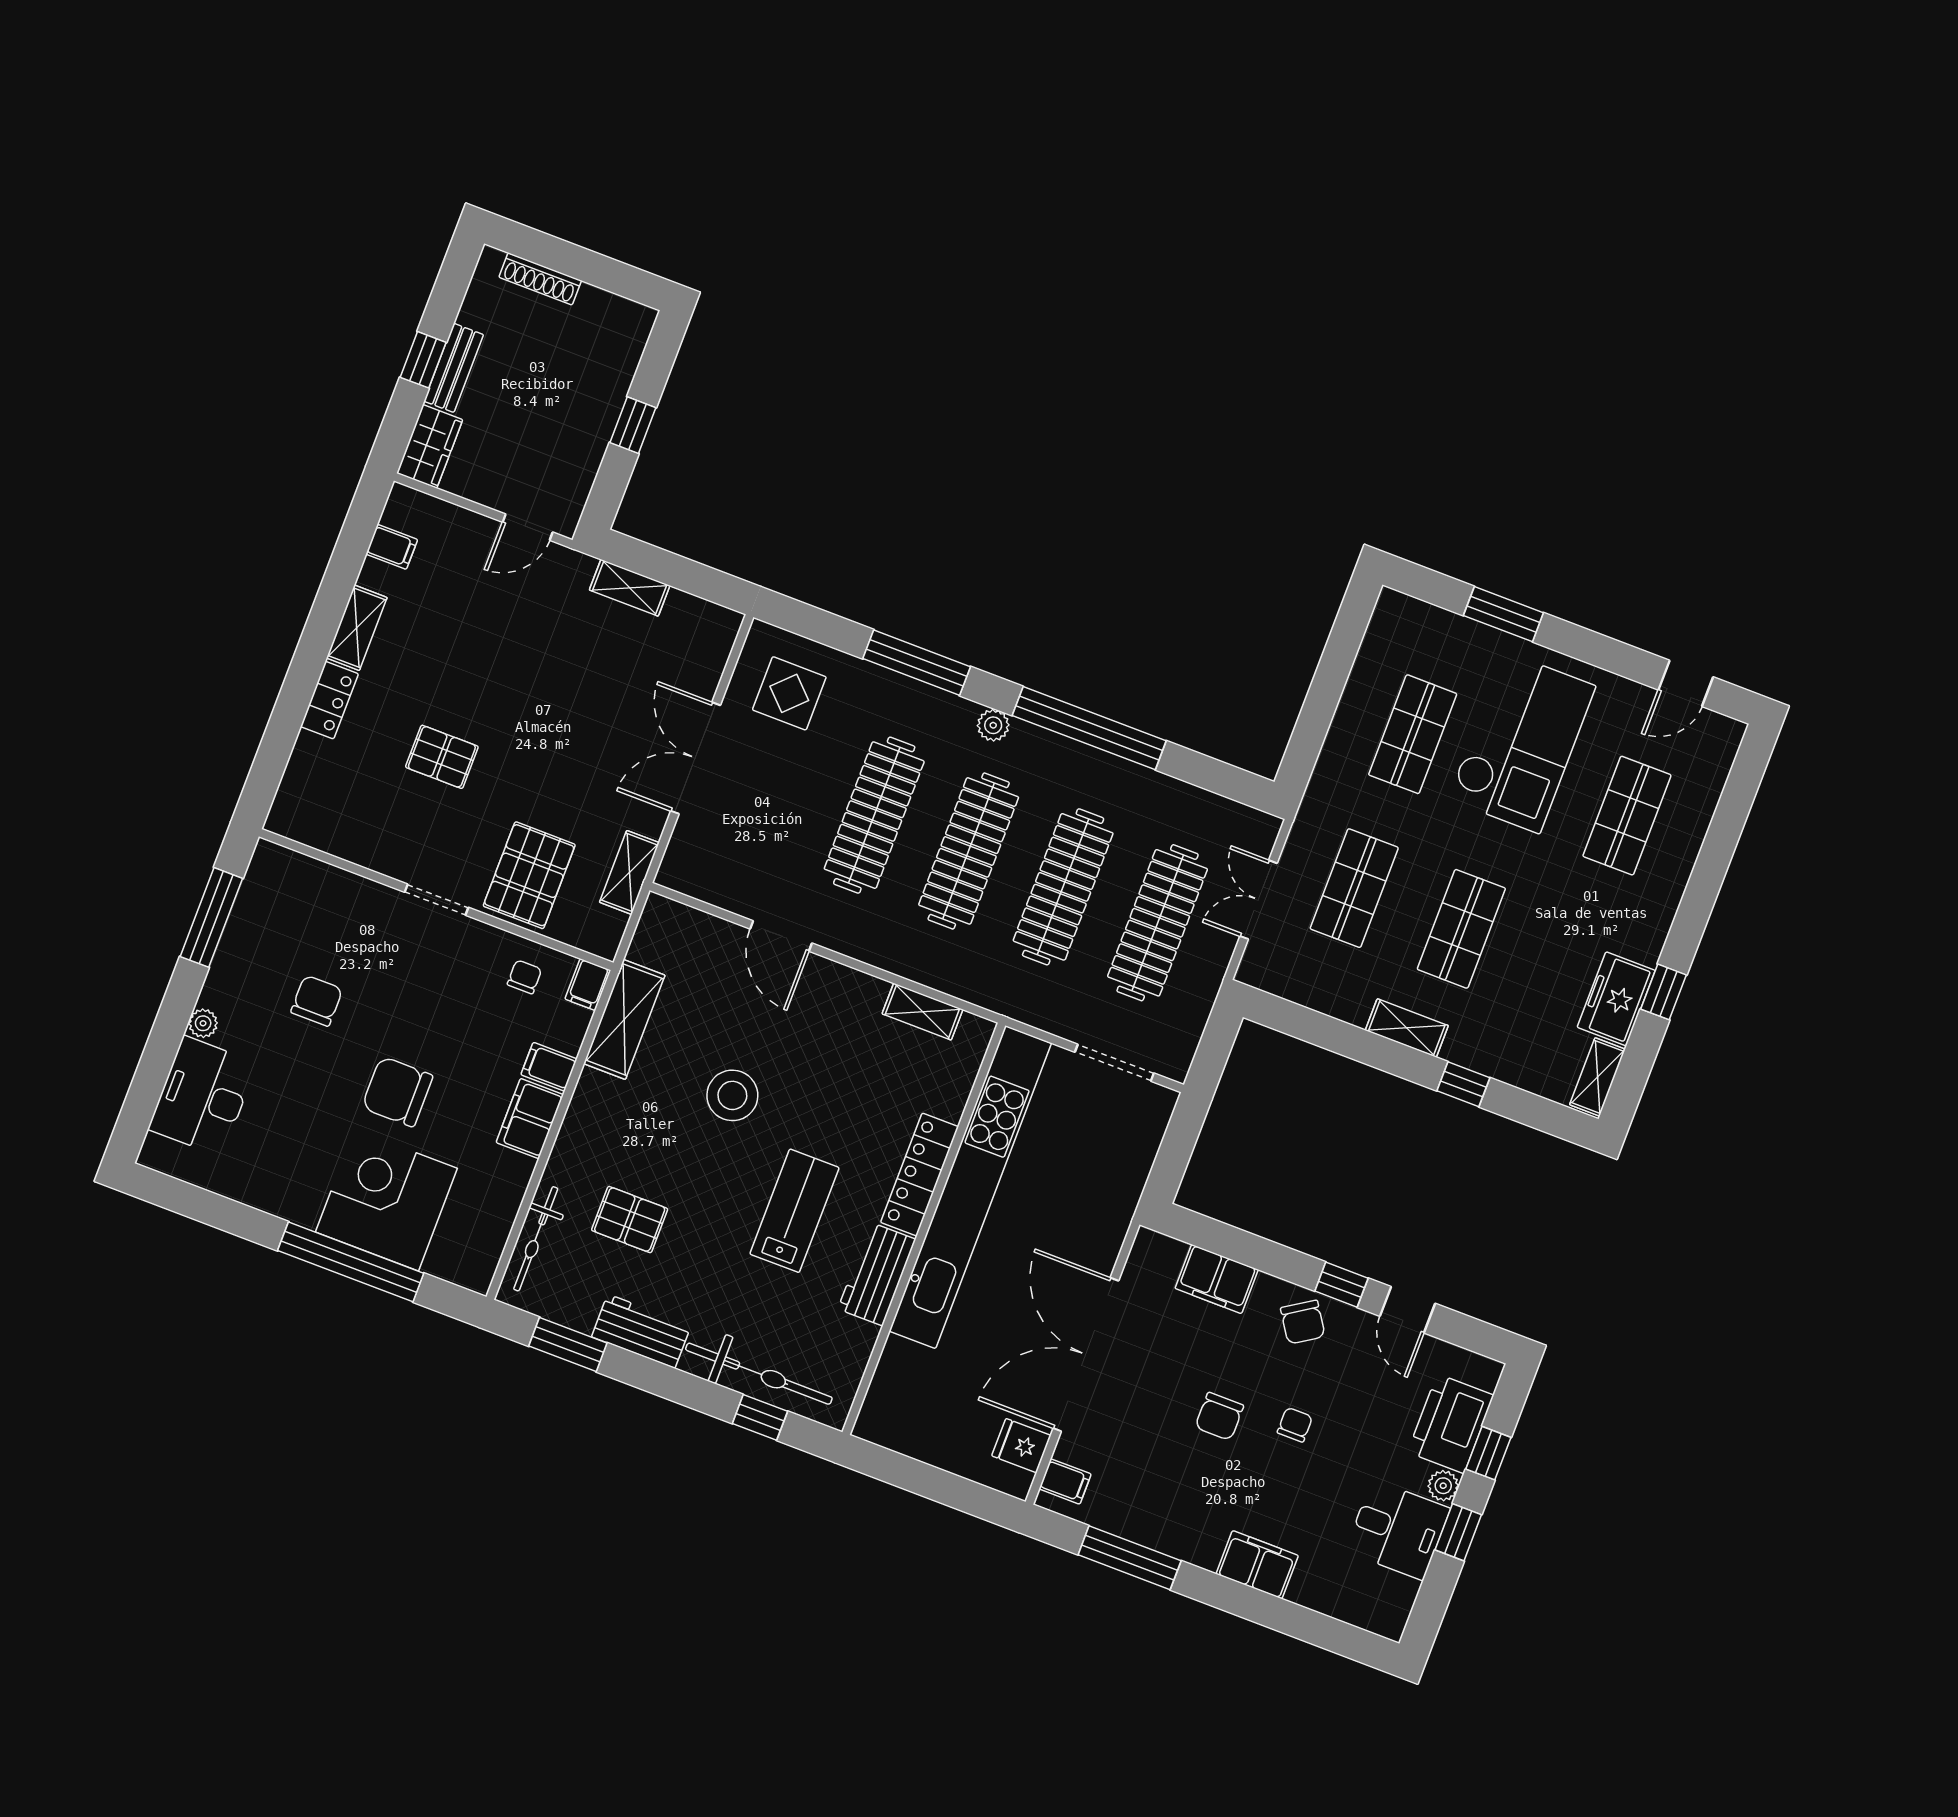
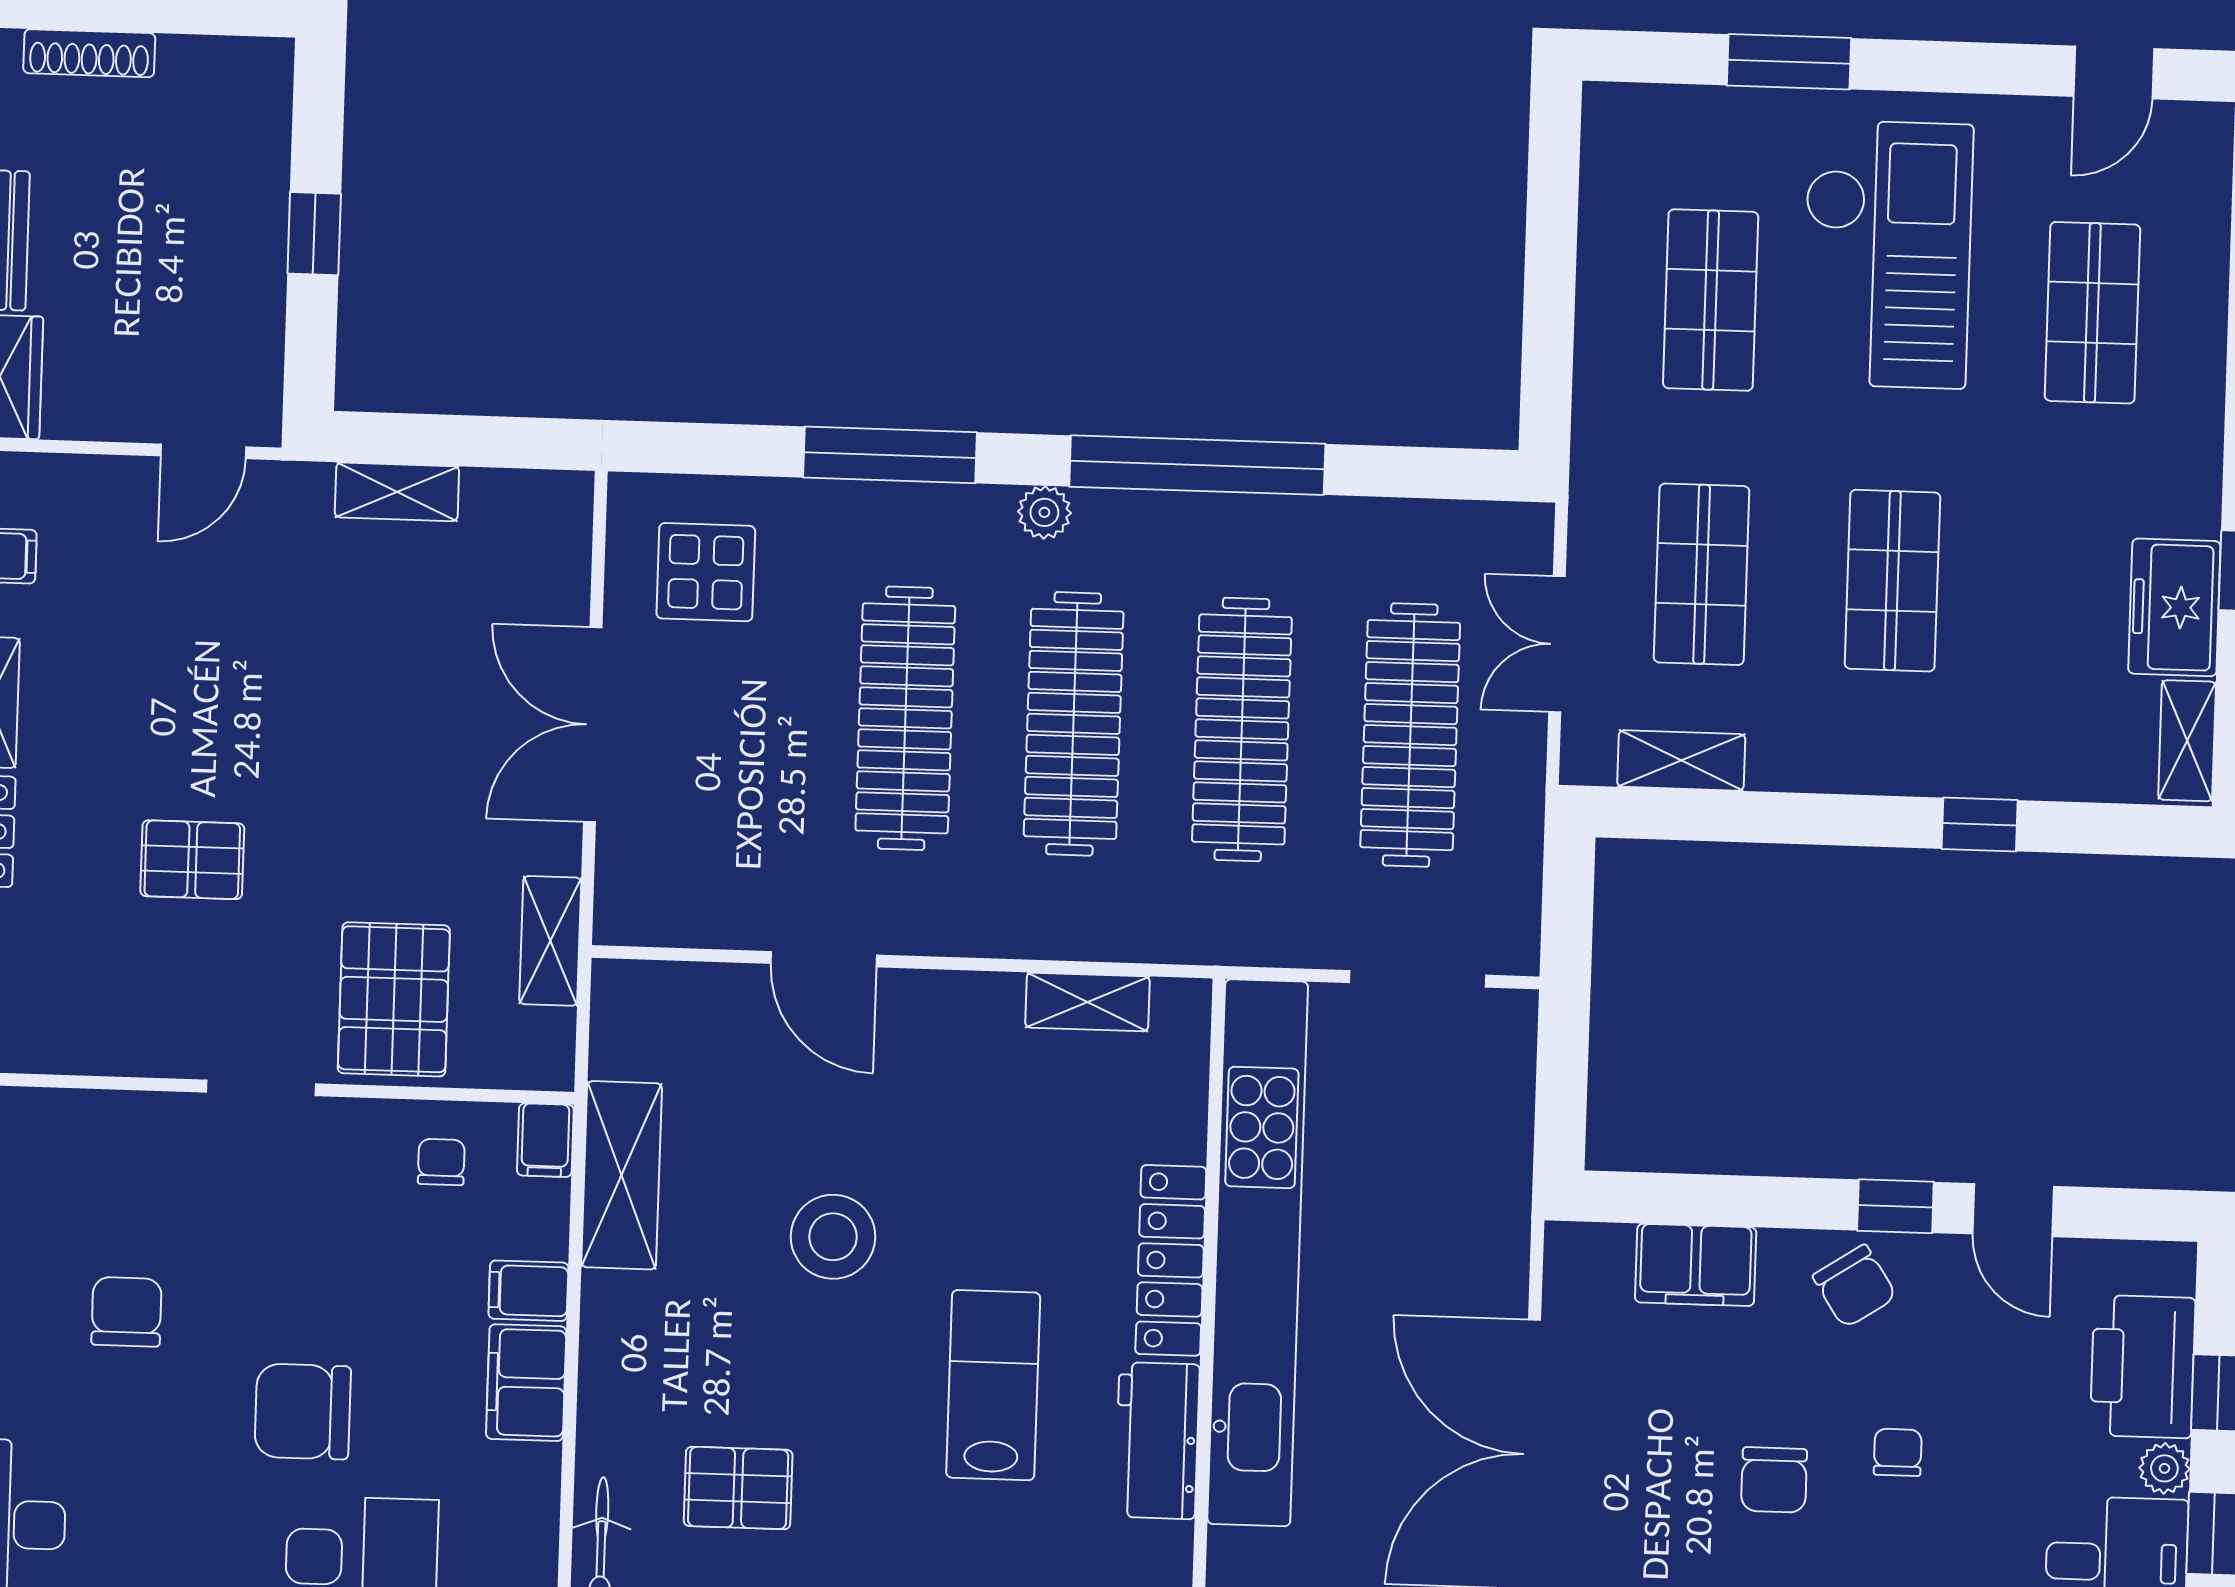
shelving: (1407, 1028) -> (1681, 760), moved

